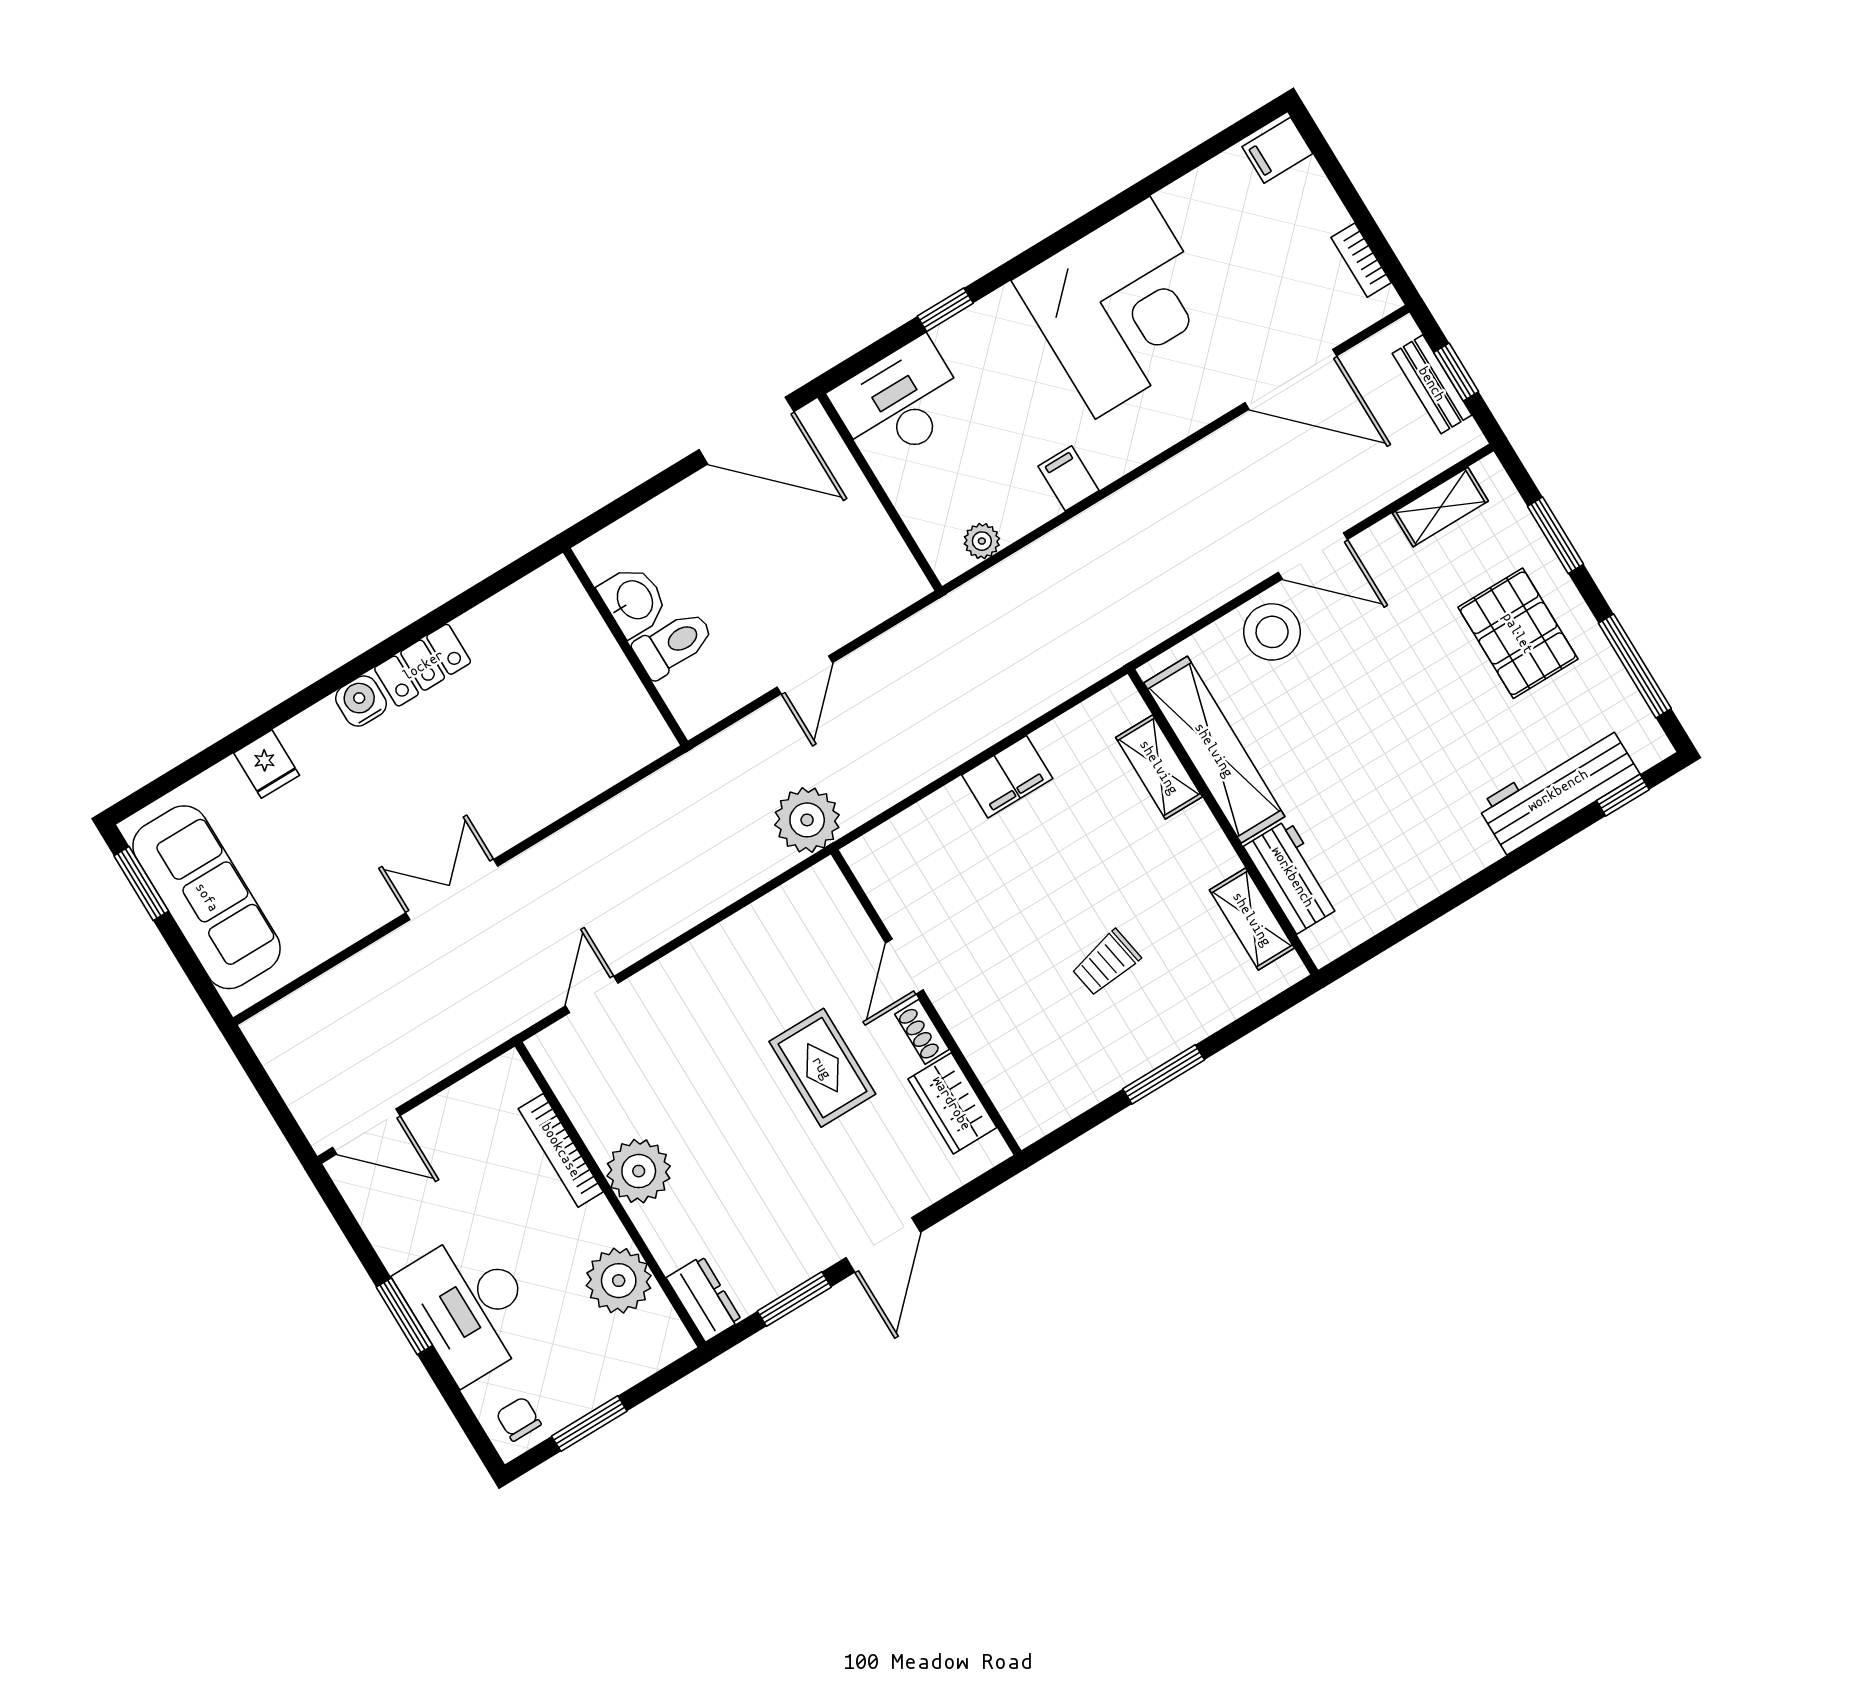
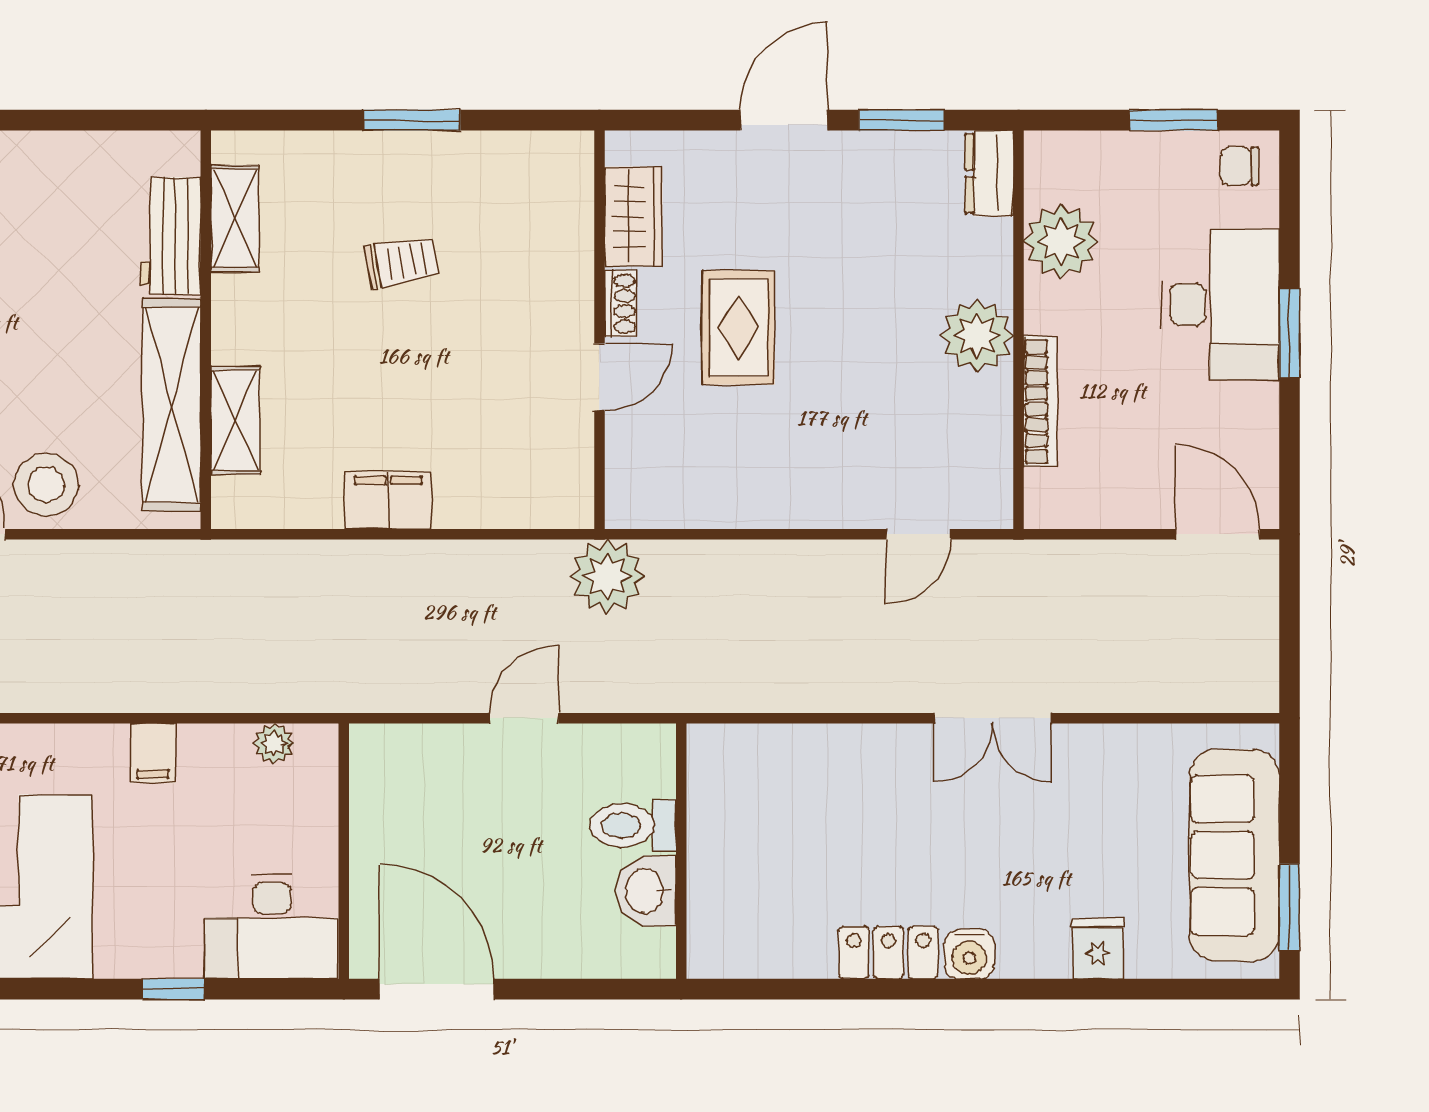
chair: (519, 1419) -> (1239, 166), turned 90

